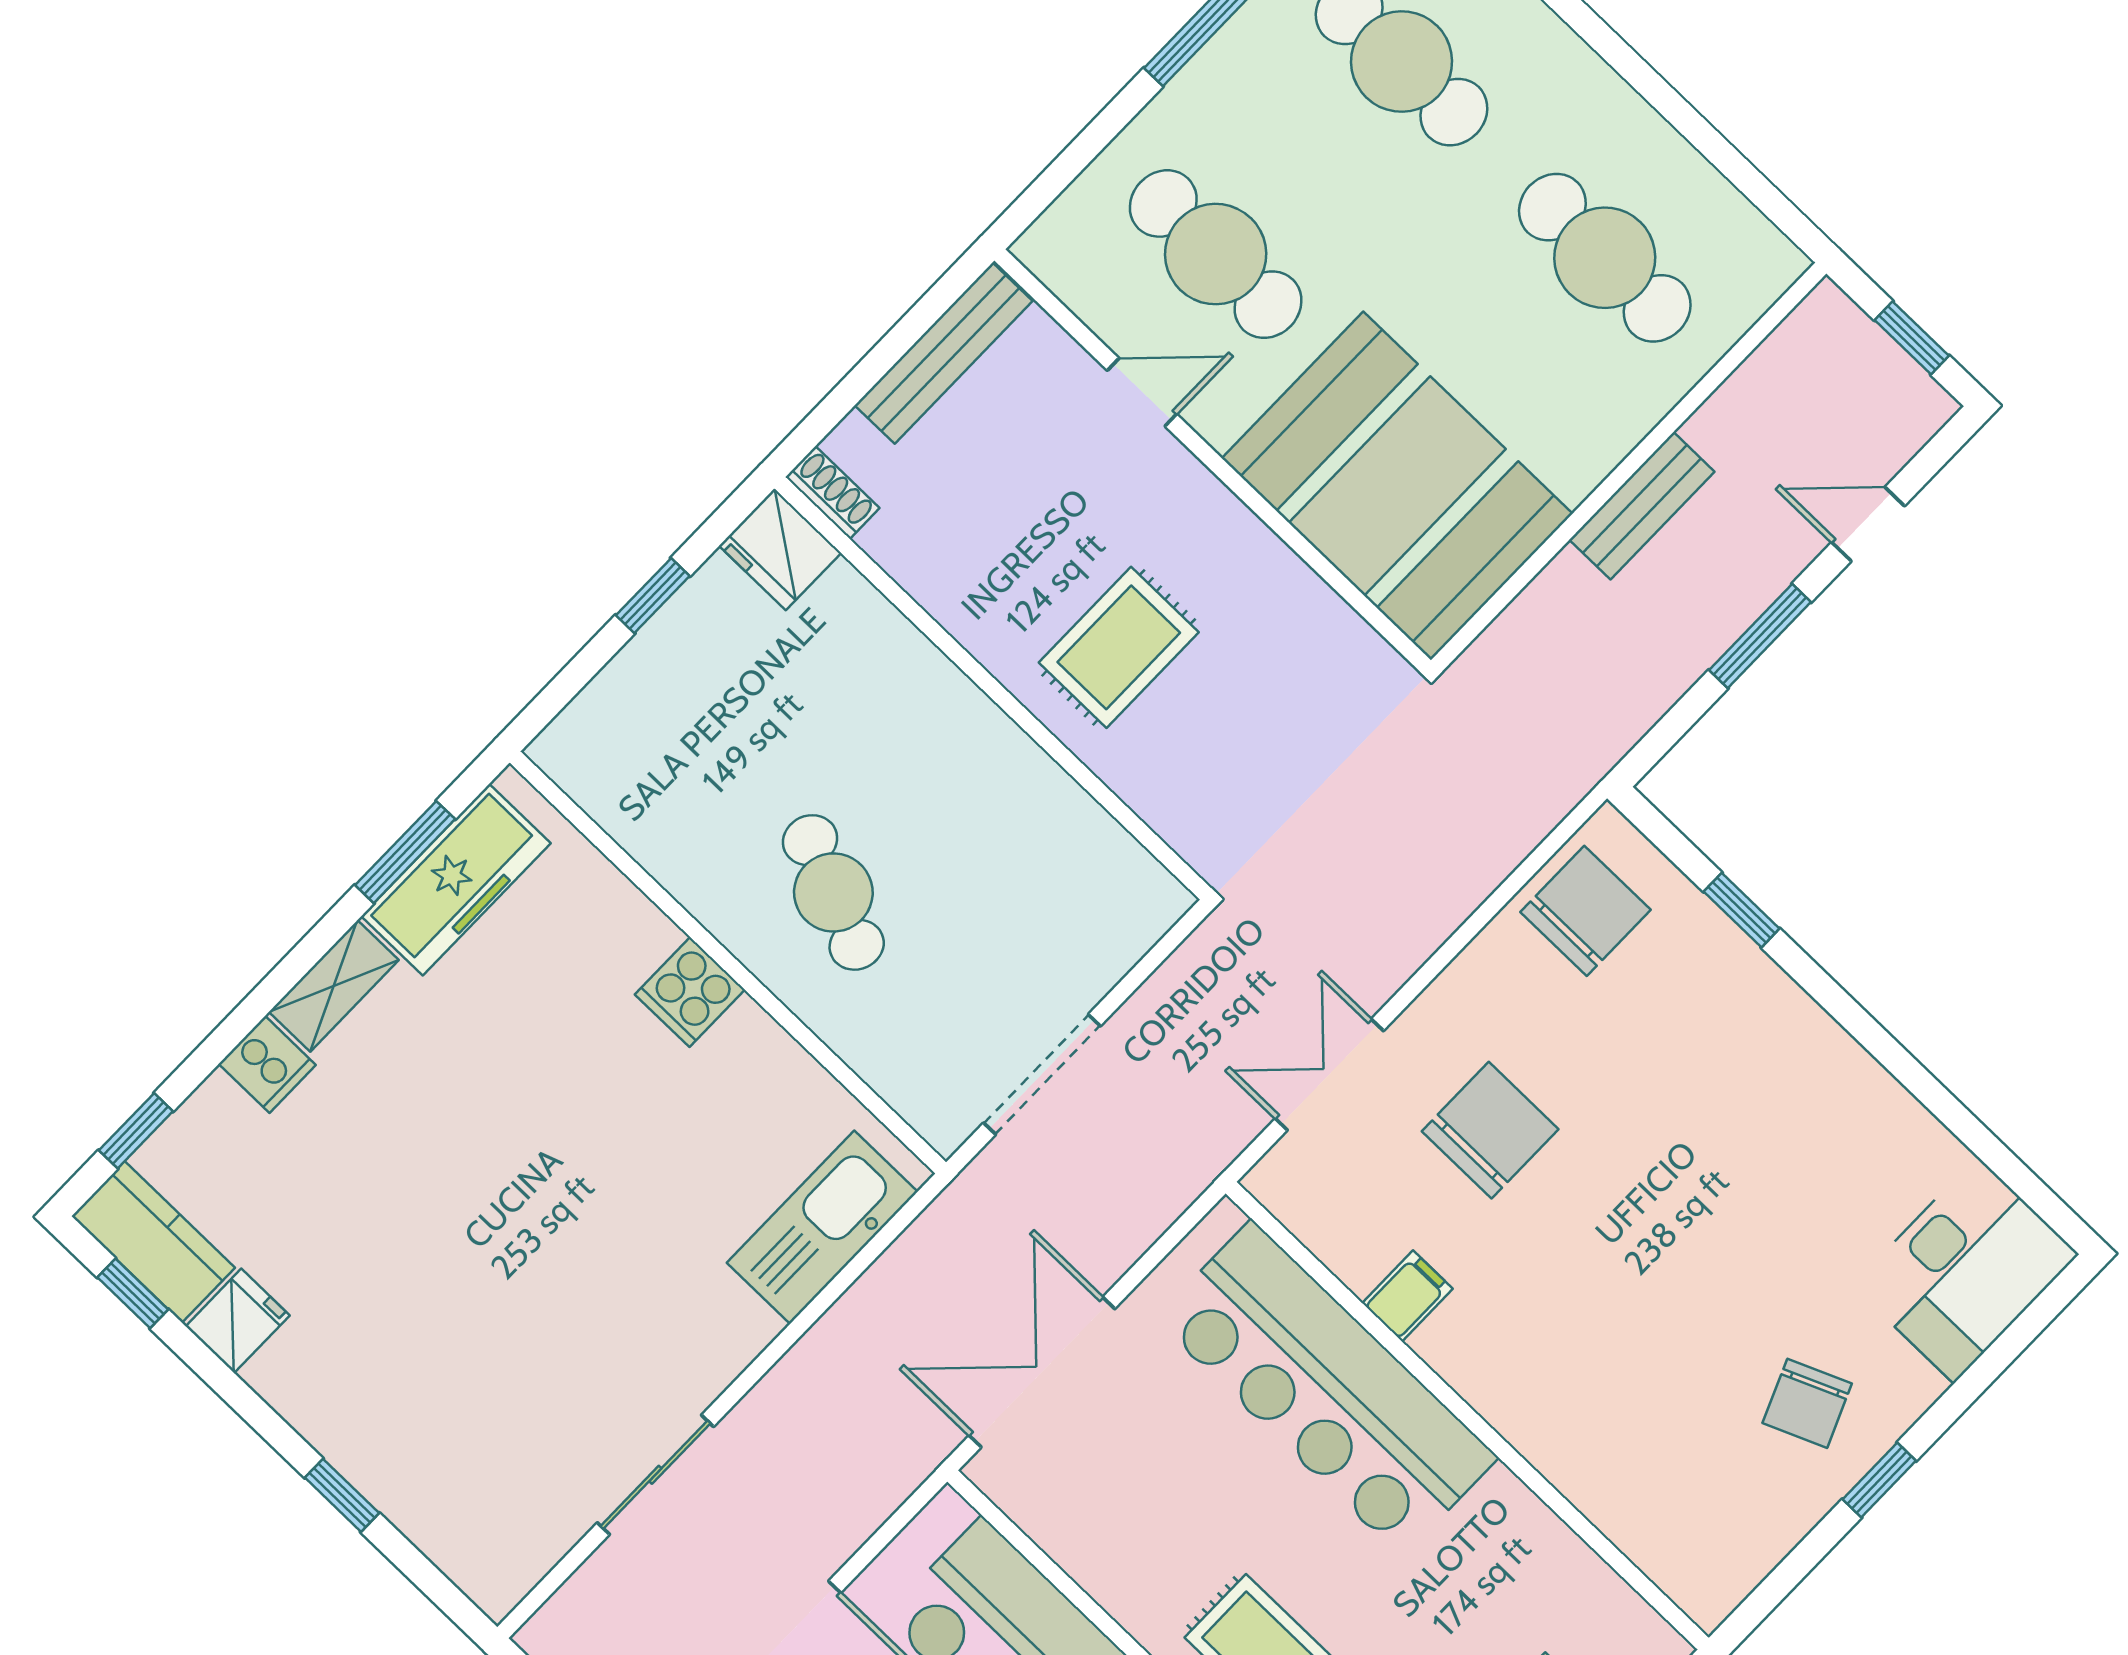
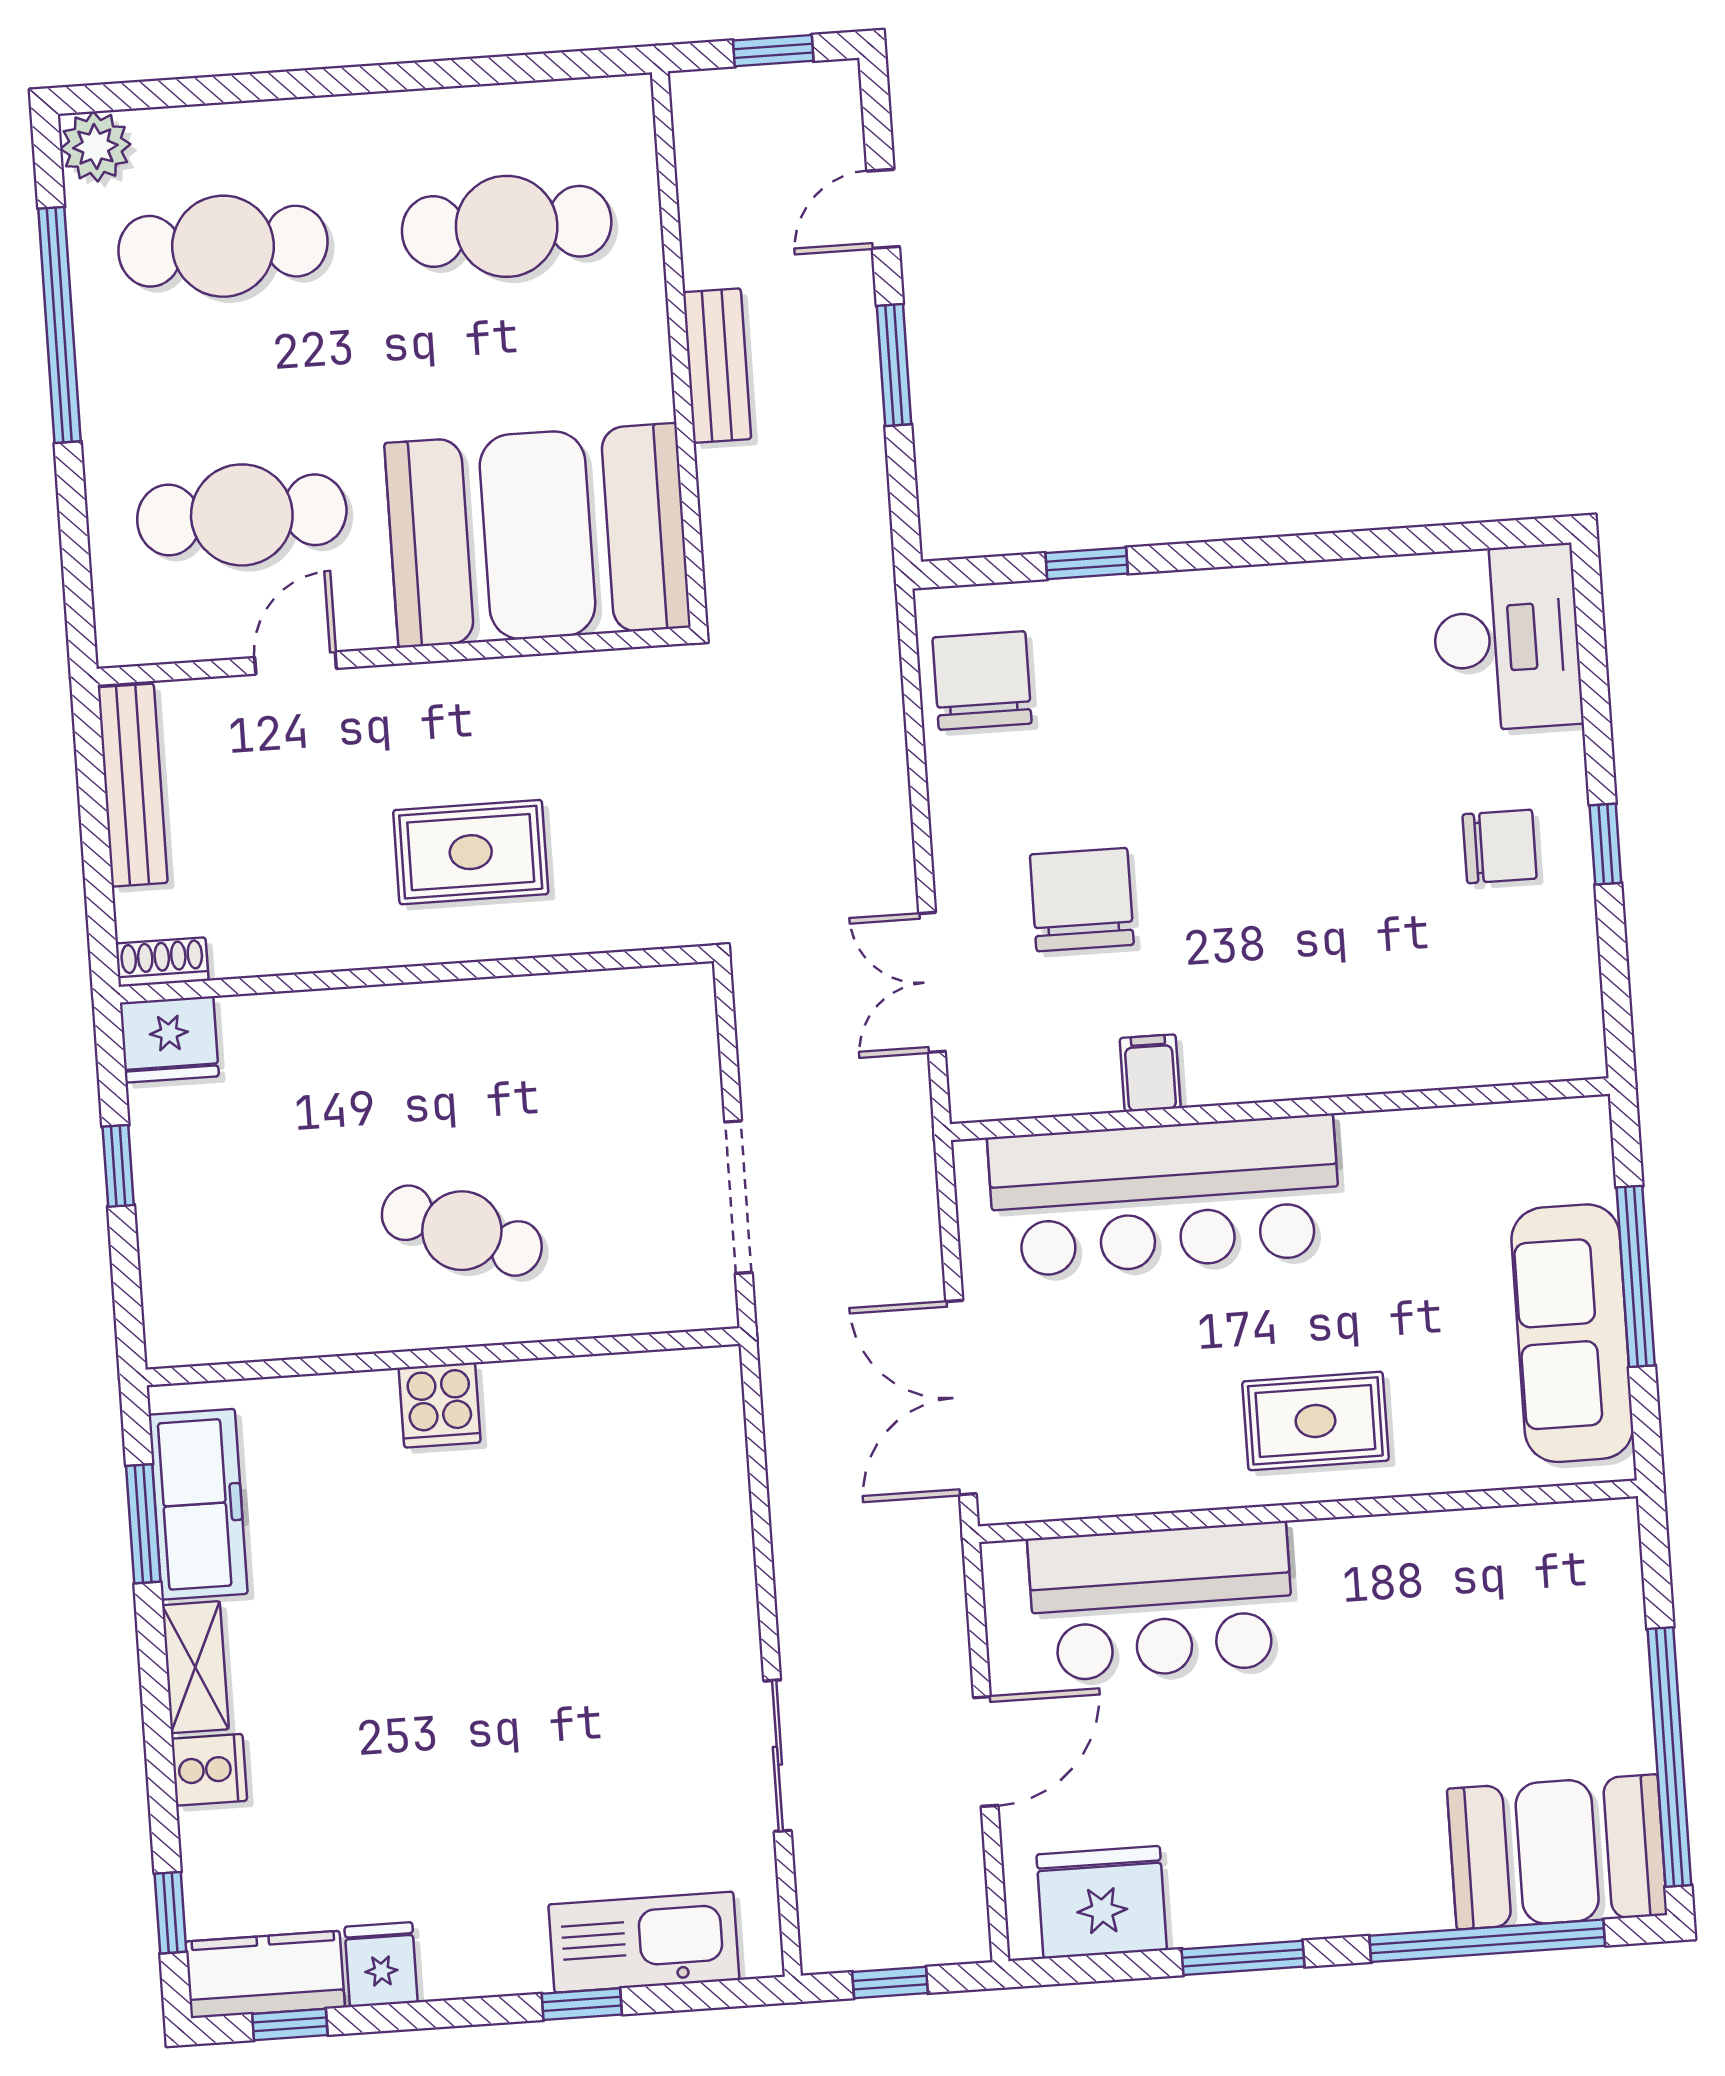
rug: (1119, 647) -> (471, 852), turned 90
kitchen sink: (822, 1227) -> (644, 1942), moved, turned 90
chair: (1807, 1403) -> (1500, 846), turned -67

